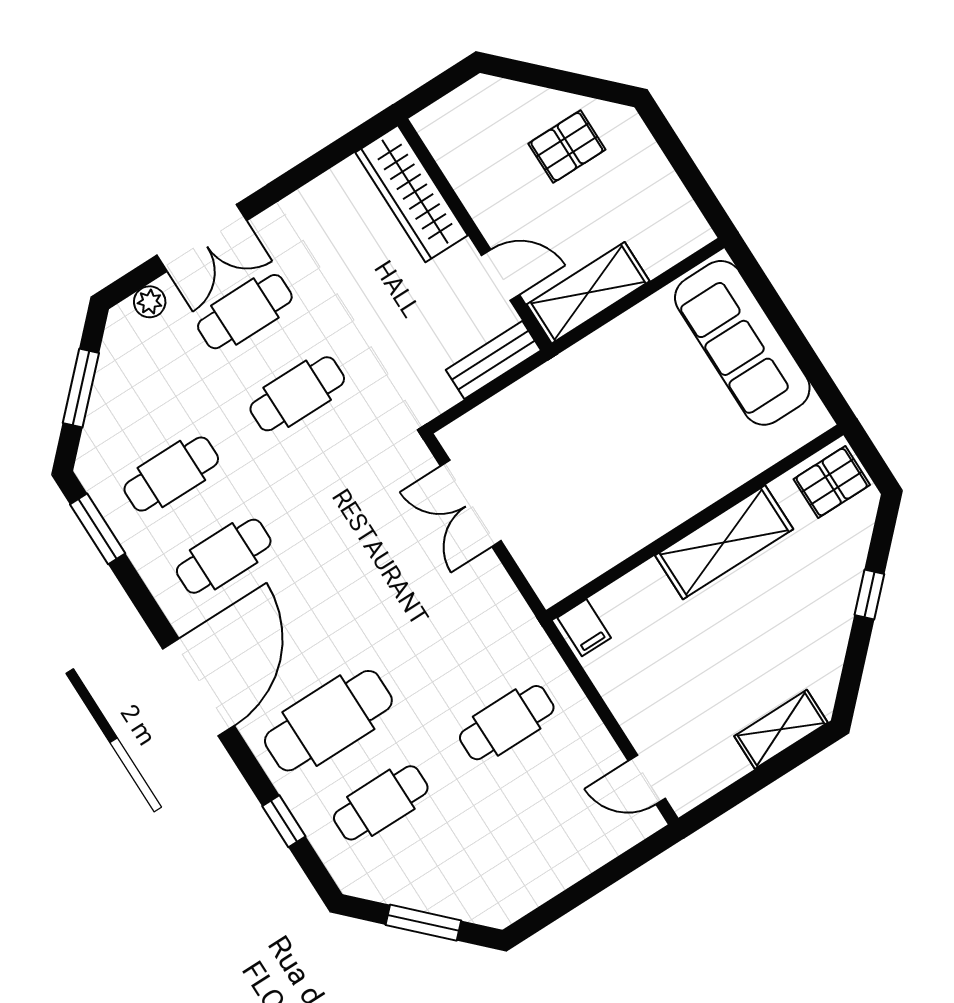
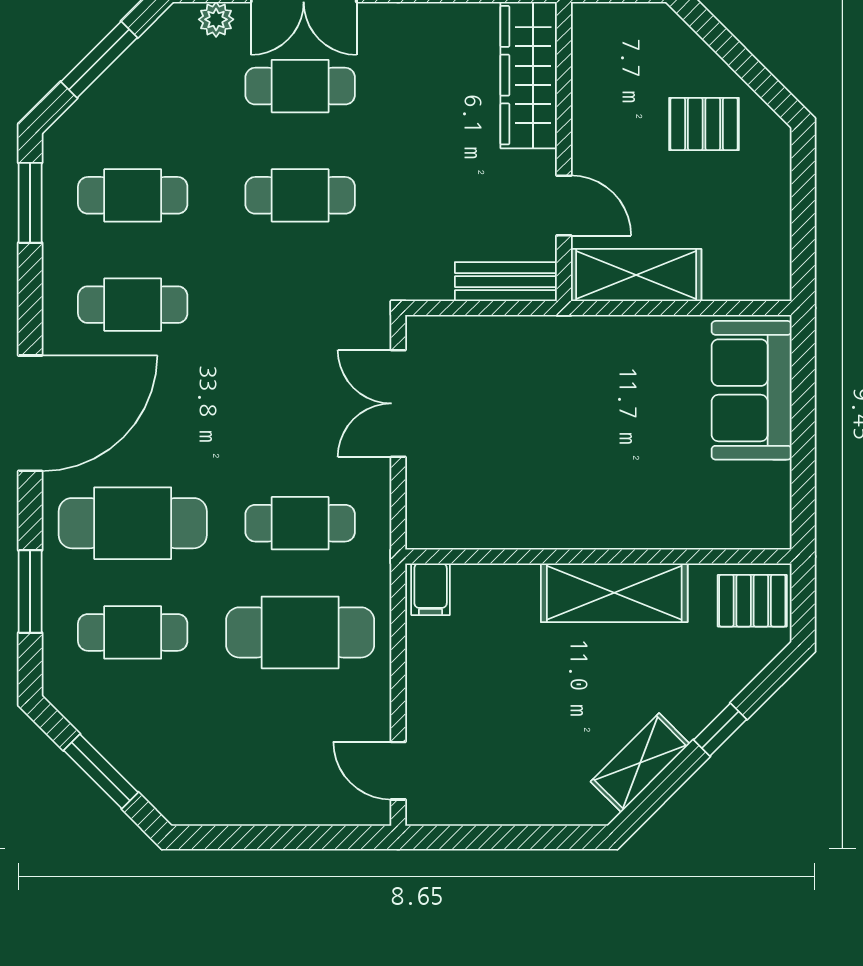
sofa: (742, 343) -> (752, 390), width x0.73
cafe table: (454, 640) -> (300, 523), added
cafe table: (507, 723) -> (300, 632), width x1.37, depth x1.35
shelving: (781, 729) -> (640, 763), moved, turned -45
window: (284, 821) -> (30, 592), width x1.50

